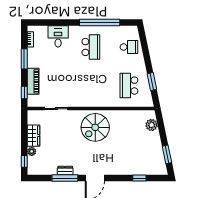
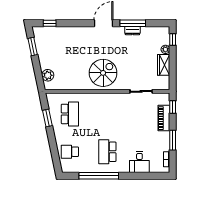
window: (139, 178) -> (50, 23), moved

